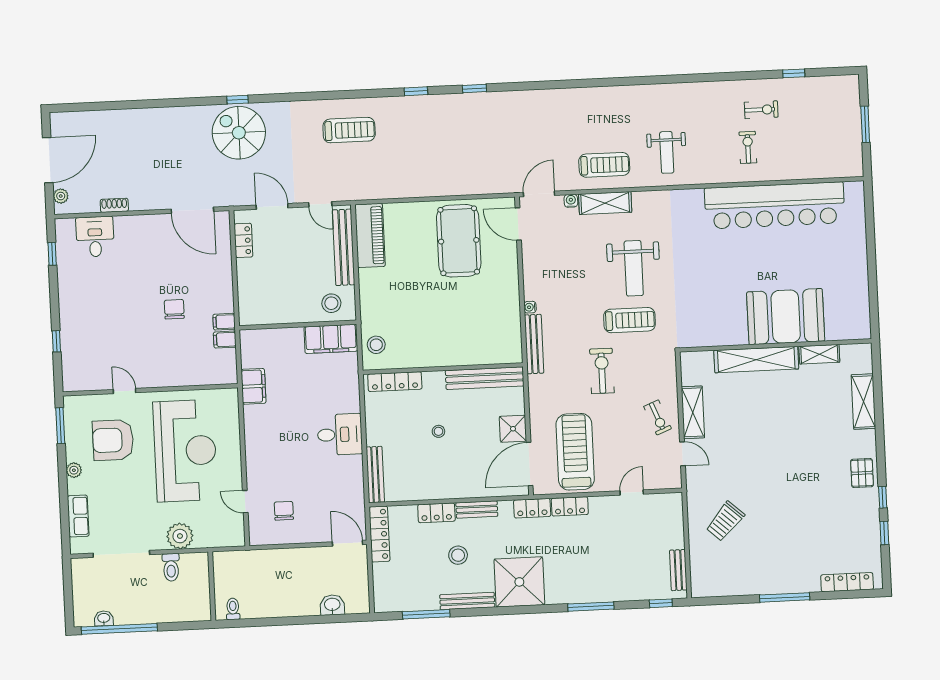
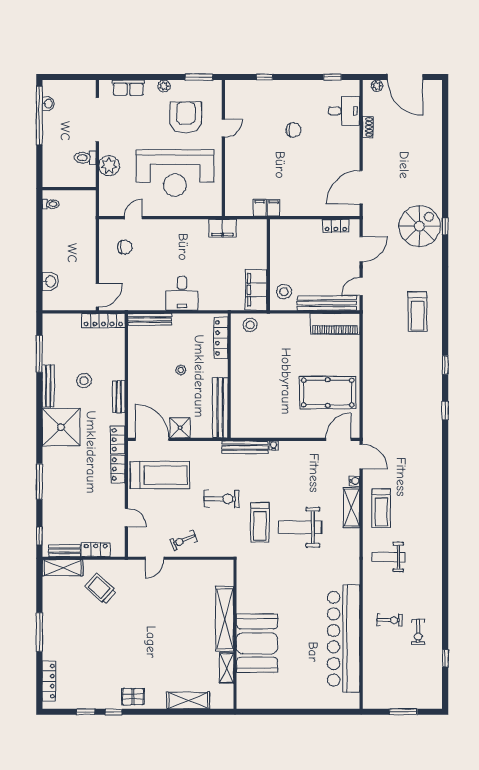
chair: (174, 309) -> (294, 130), moved
shelving: (693, 412) -> (62, 568), moved
locker: (436, 513) -> (96, 550), moved, turned 90

